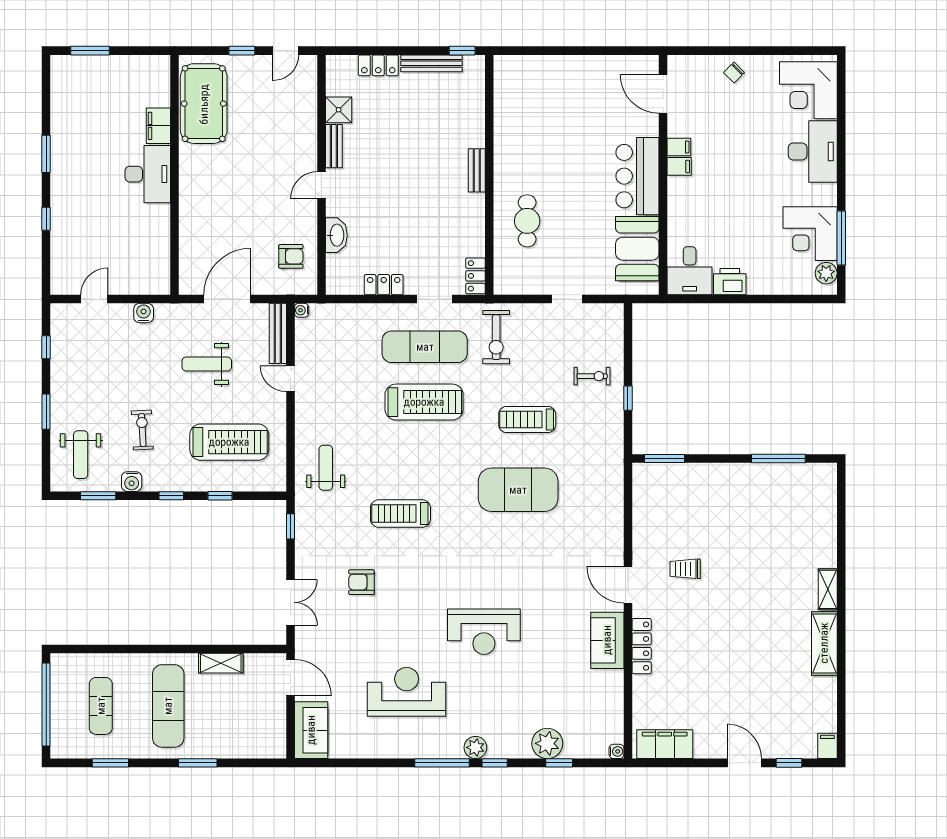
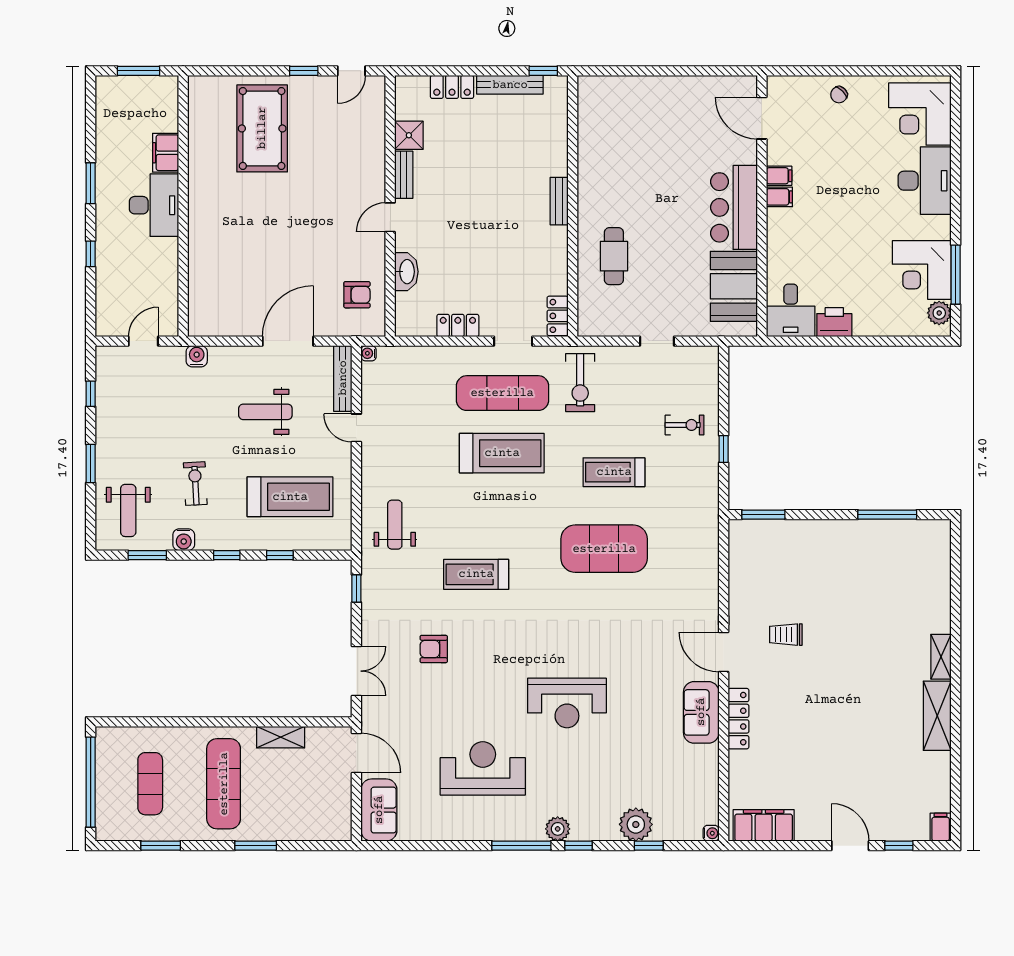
filing cabinet: (158, 126) -> (166, 153), moved
desk: (148, 174) -> (154, 205), moved
wall: (174, 175) -> (183, 206), moved

